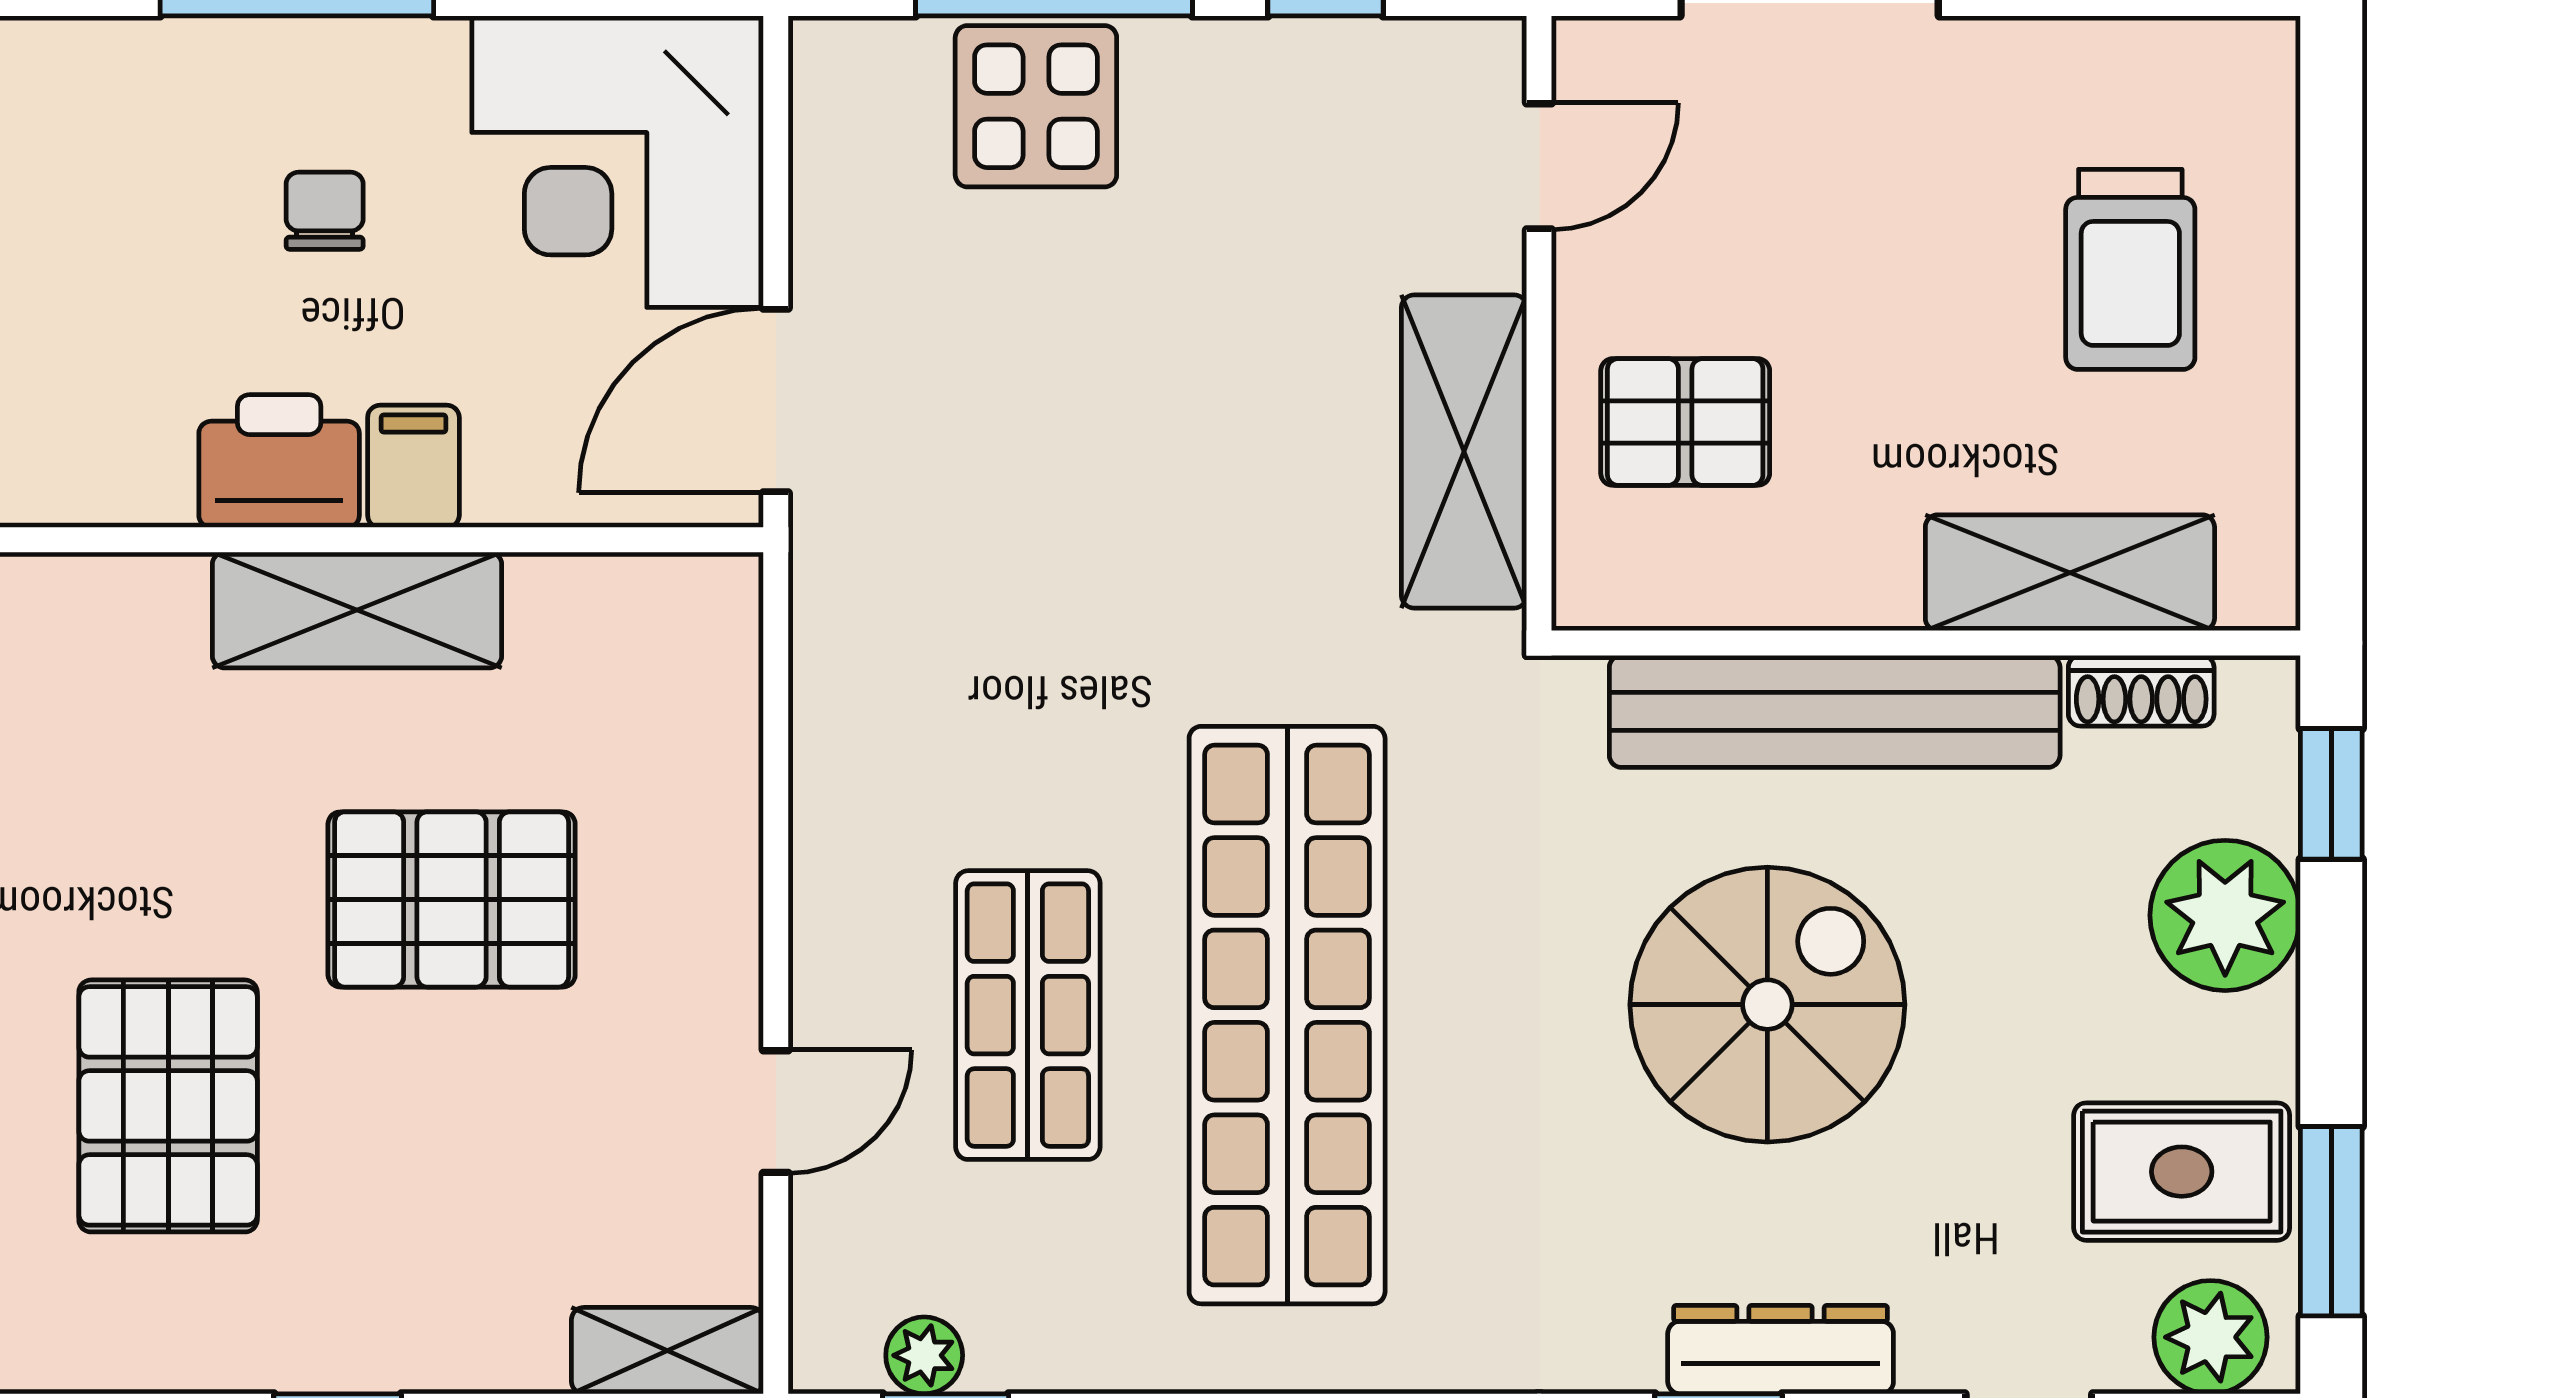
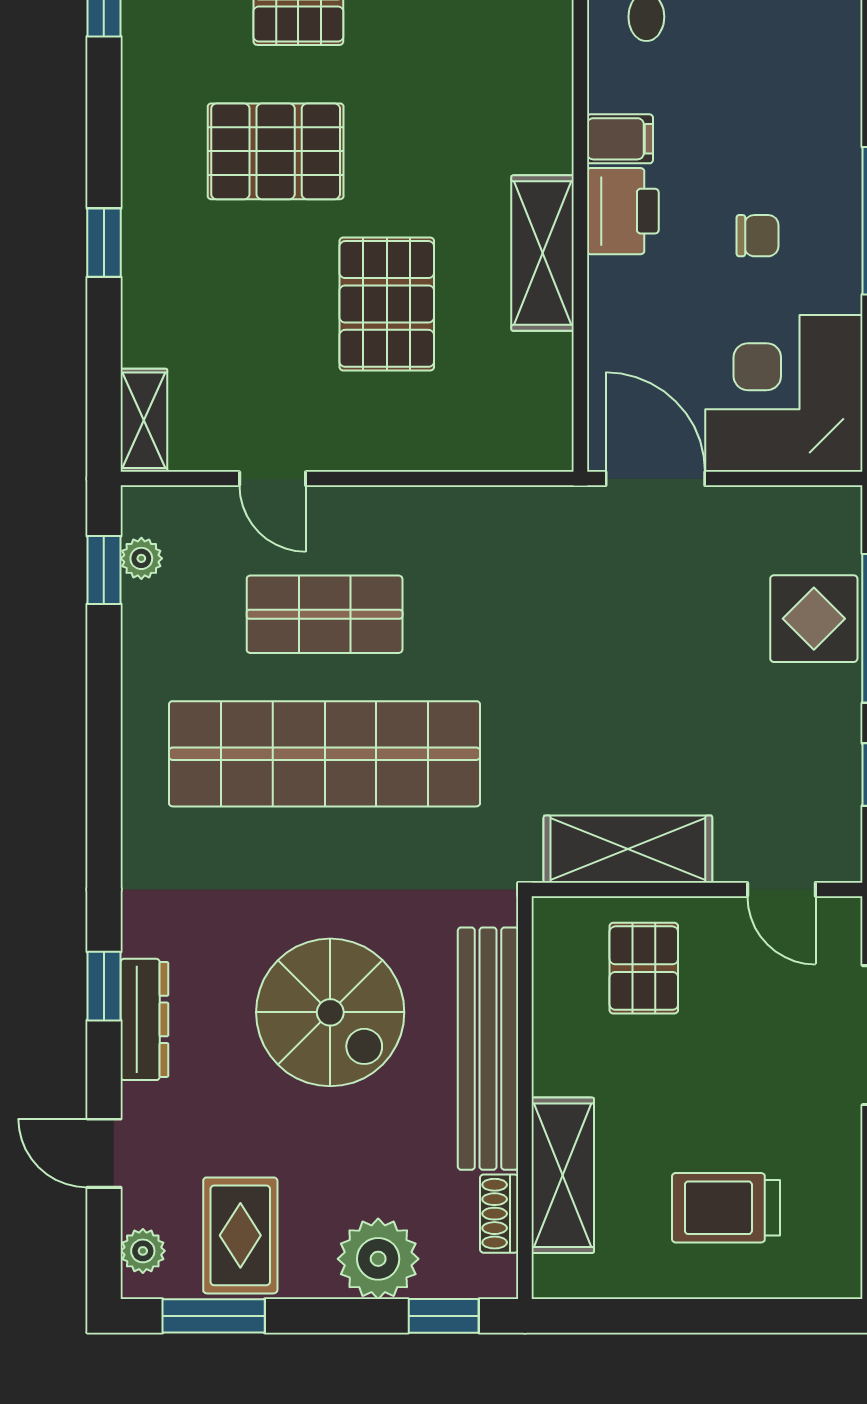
filing cabinet: (413, 466) -> (620, 139), moved
plant: (2211, 1337) -> (143, 1251), width x0.73, depth x0.73

